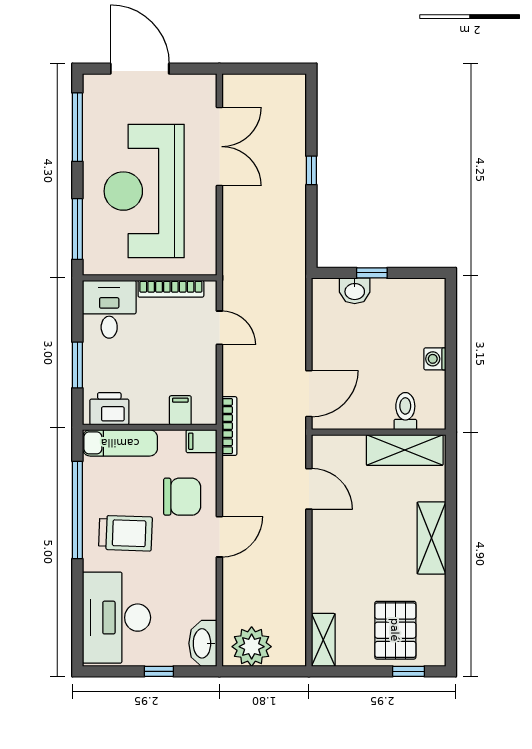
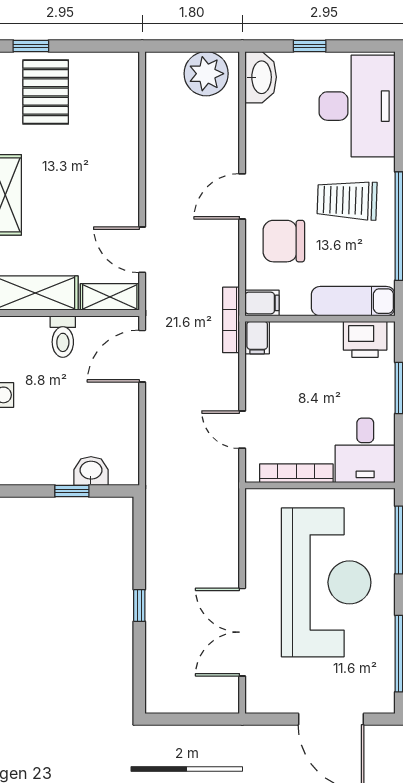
filing cabinet: (180, 410) -> (257, 338), moved
toilet: (405, 411) -> (63, 337), moved
shelving: (323, 640) -> (110, 297), moved, turned 90

